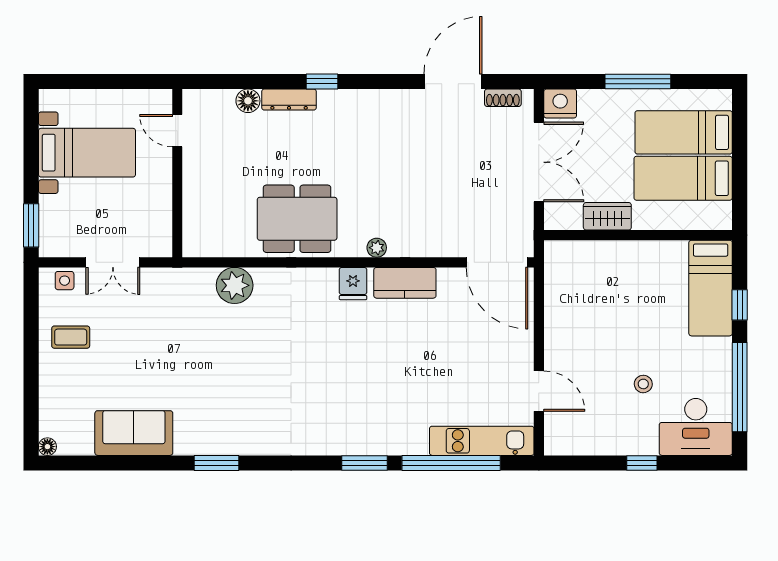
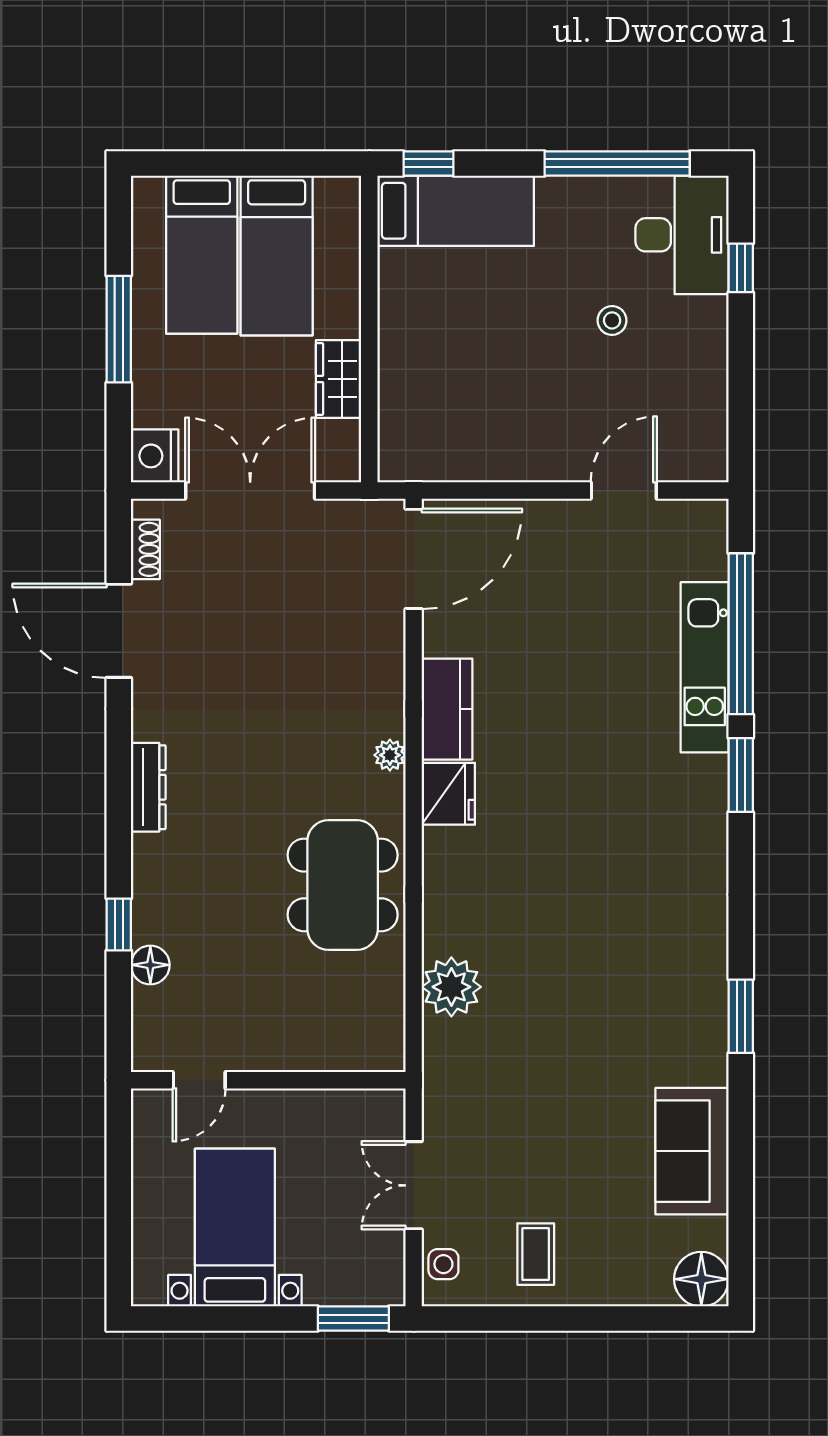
window: (322, 81) -> (119, 925), moved
dresser: (289, 100) -> (148, 787), moved
double door: (113, 262) -> (414, 1185), swing flipped
fridge: (353, 284) -> (448, 794), width x1.38
window: (740, 305) -> (428, 163), moved
kitchen unit: (482, 441) -> (705, 667), moved
floor lamp: (47, 447) -> (701, 1279), width x1.89, depth x1.89
window: (642, 463) -> (741, 268), moved

